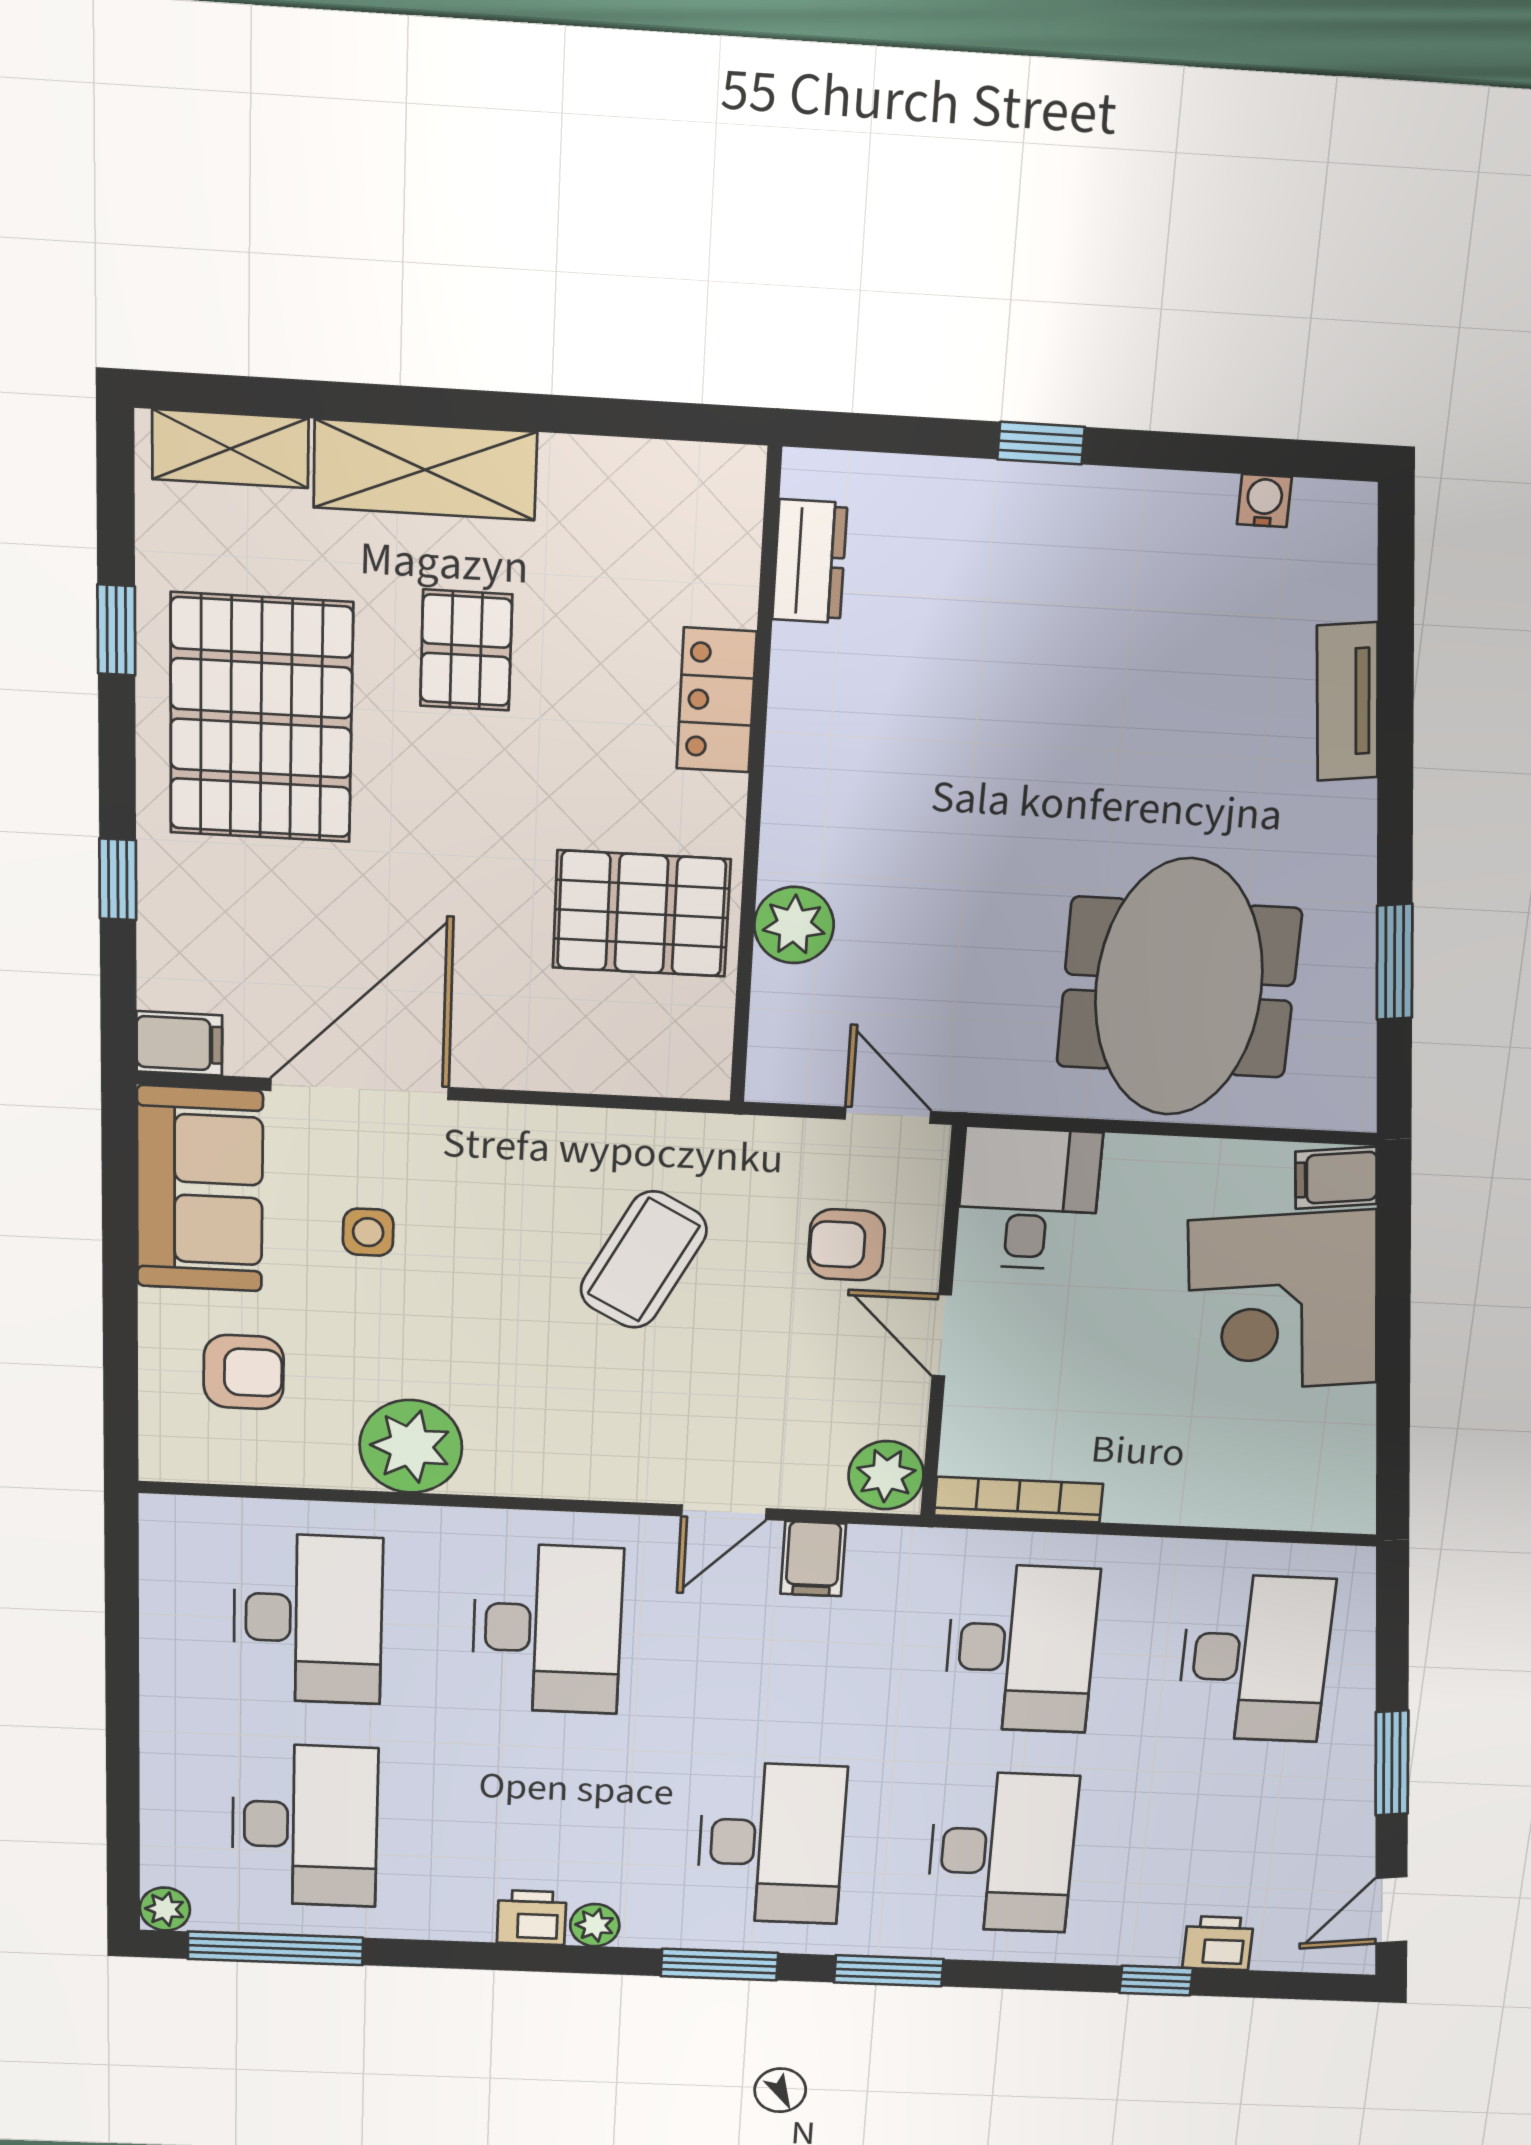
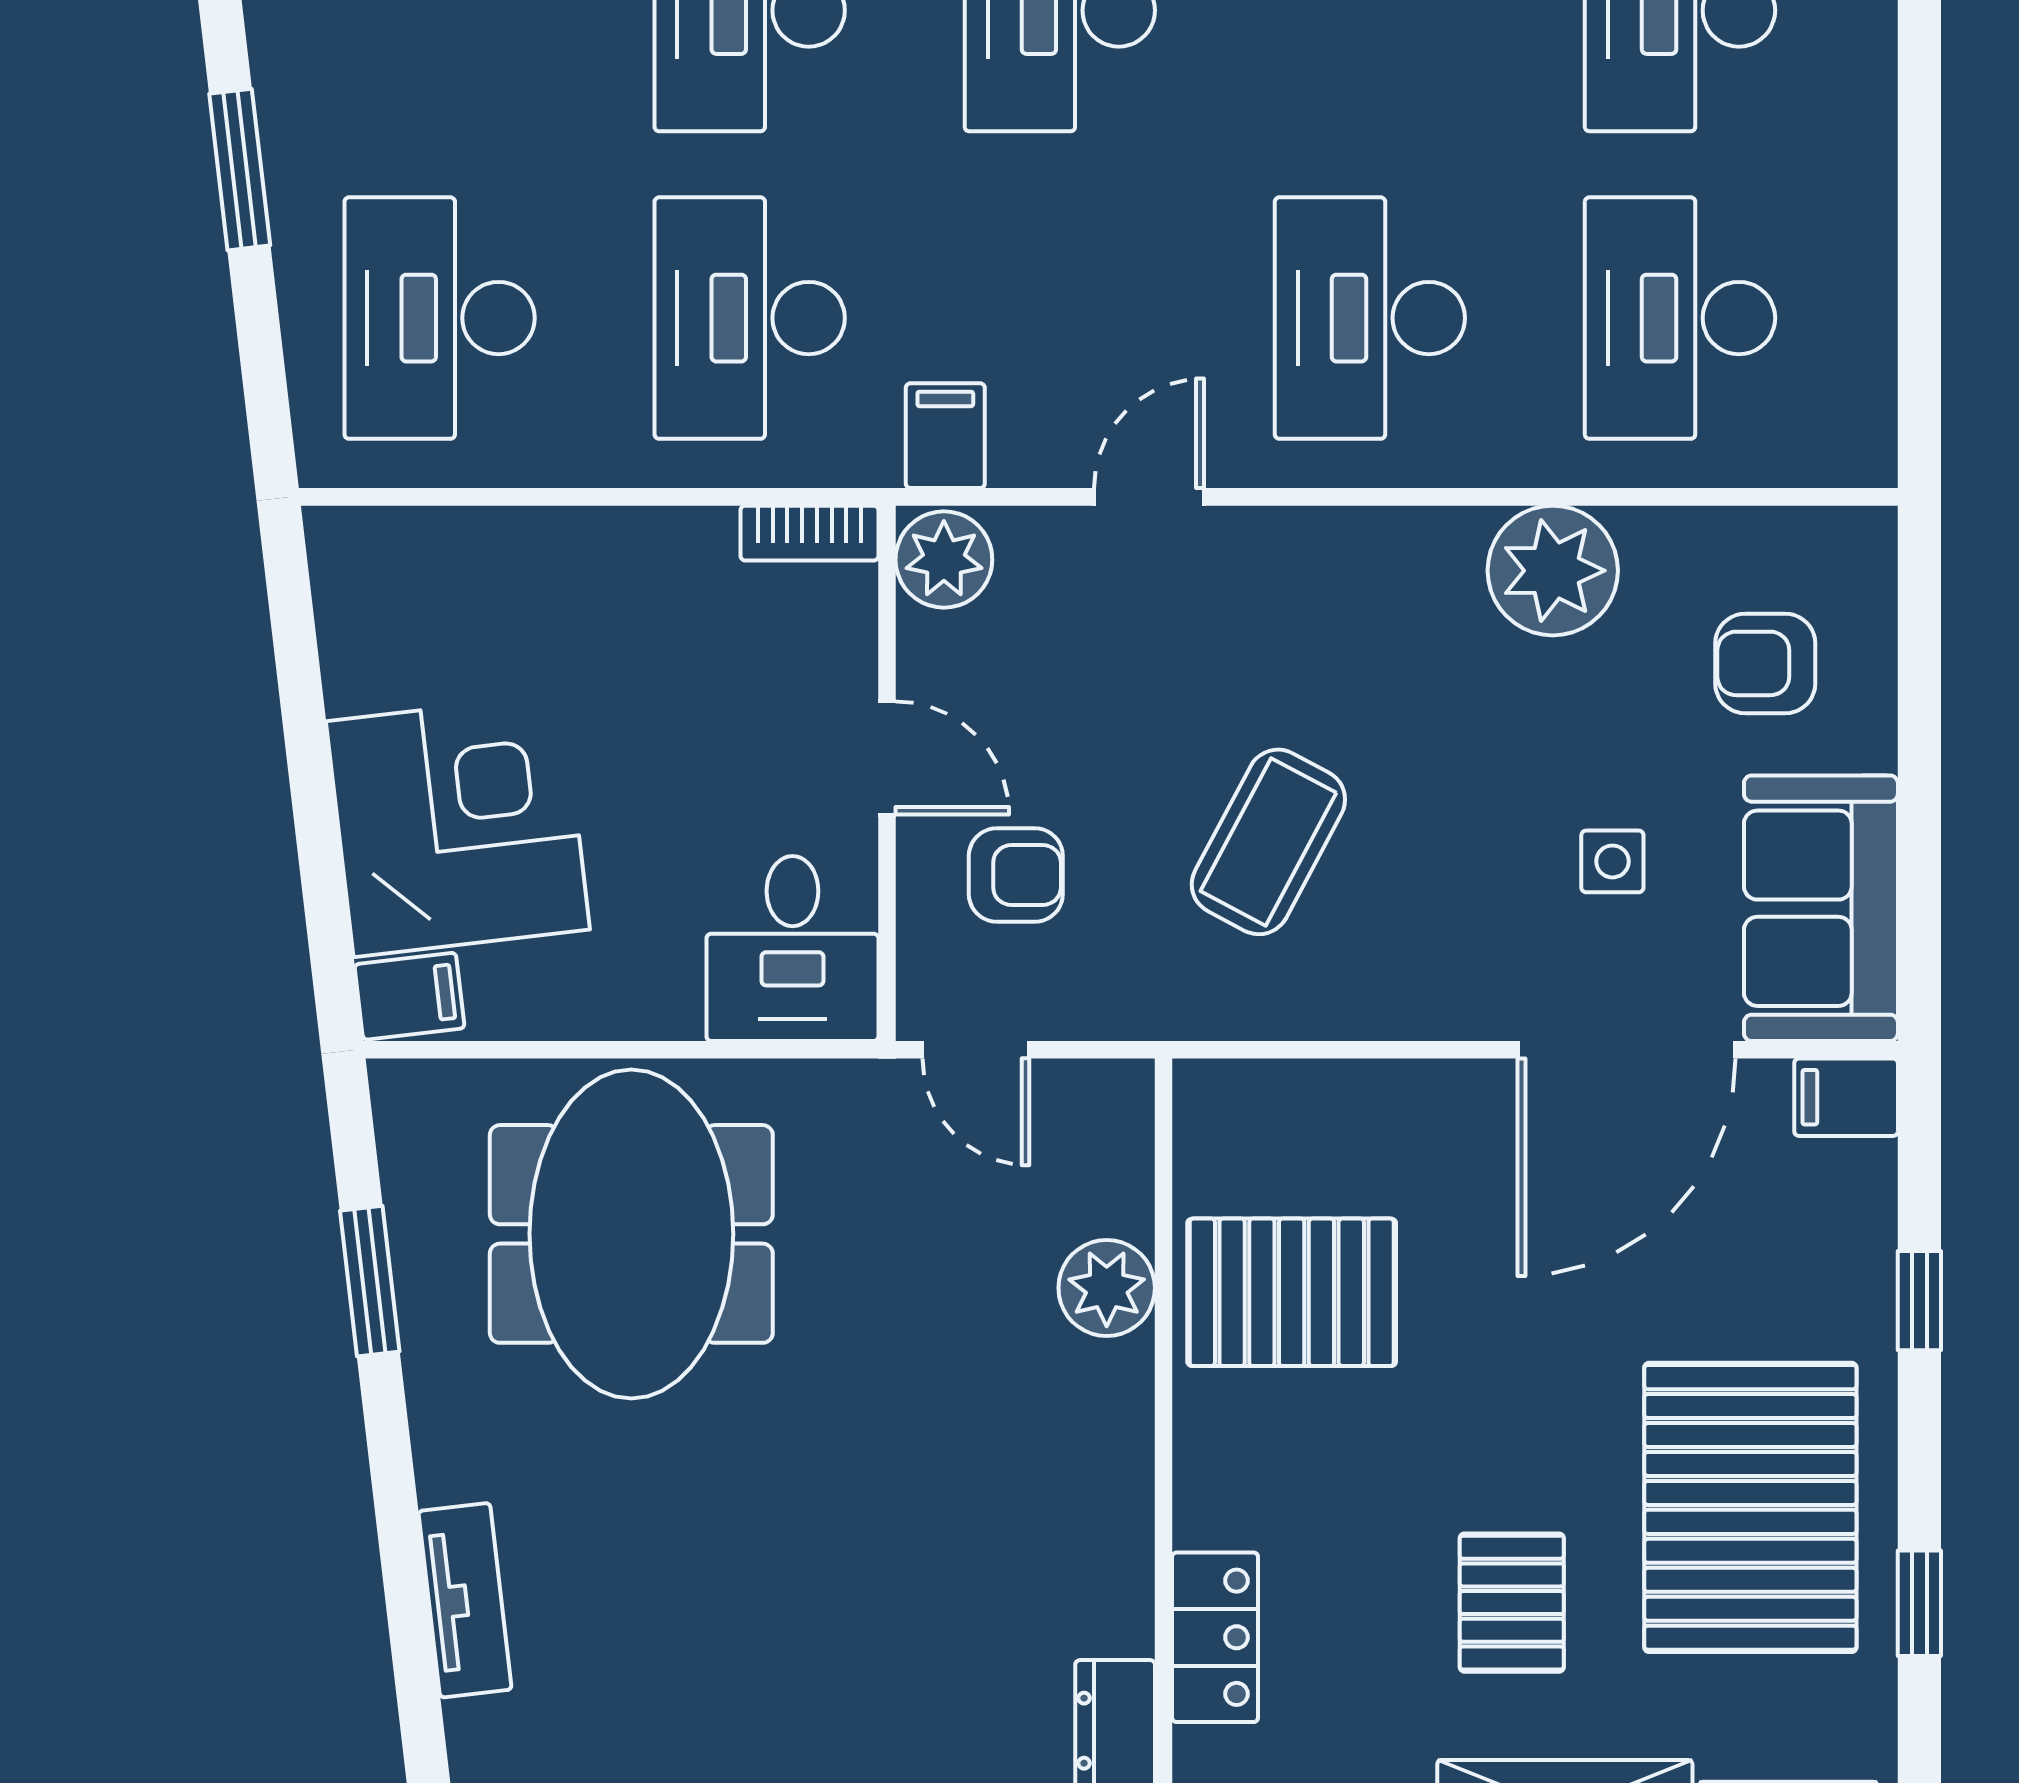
locker: (717, 700) -> (1215, 1637), moved
bookcase: (1018, 1500) -> (809, 533), width x0.64
filing cabinet: (813, 1559) -> (945, 436), moved

